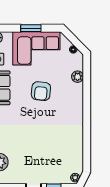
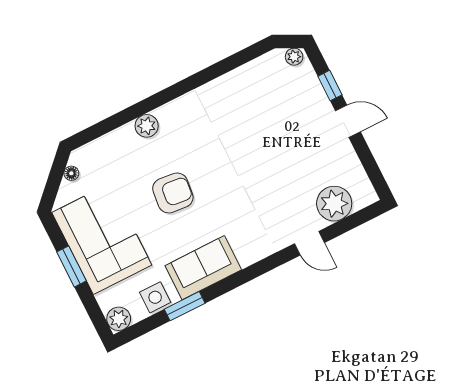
plant: (78, 77) -> (147, 126), moved

